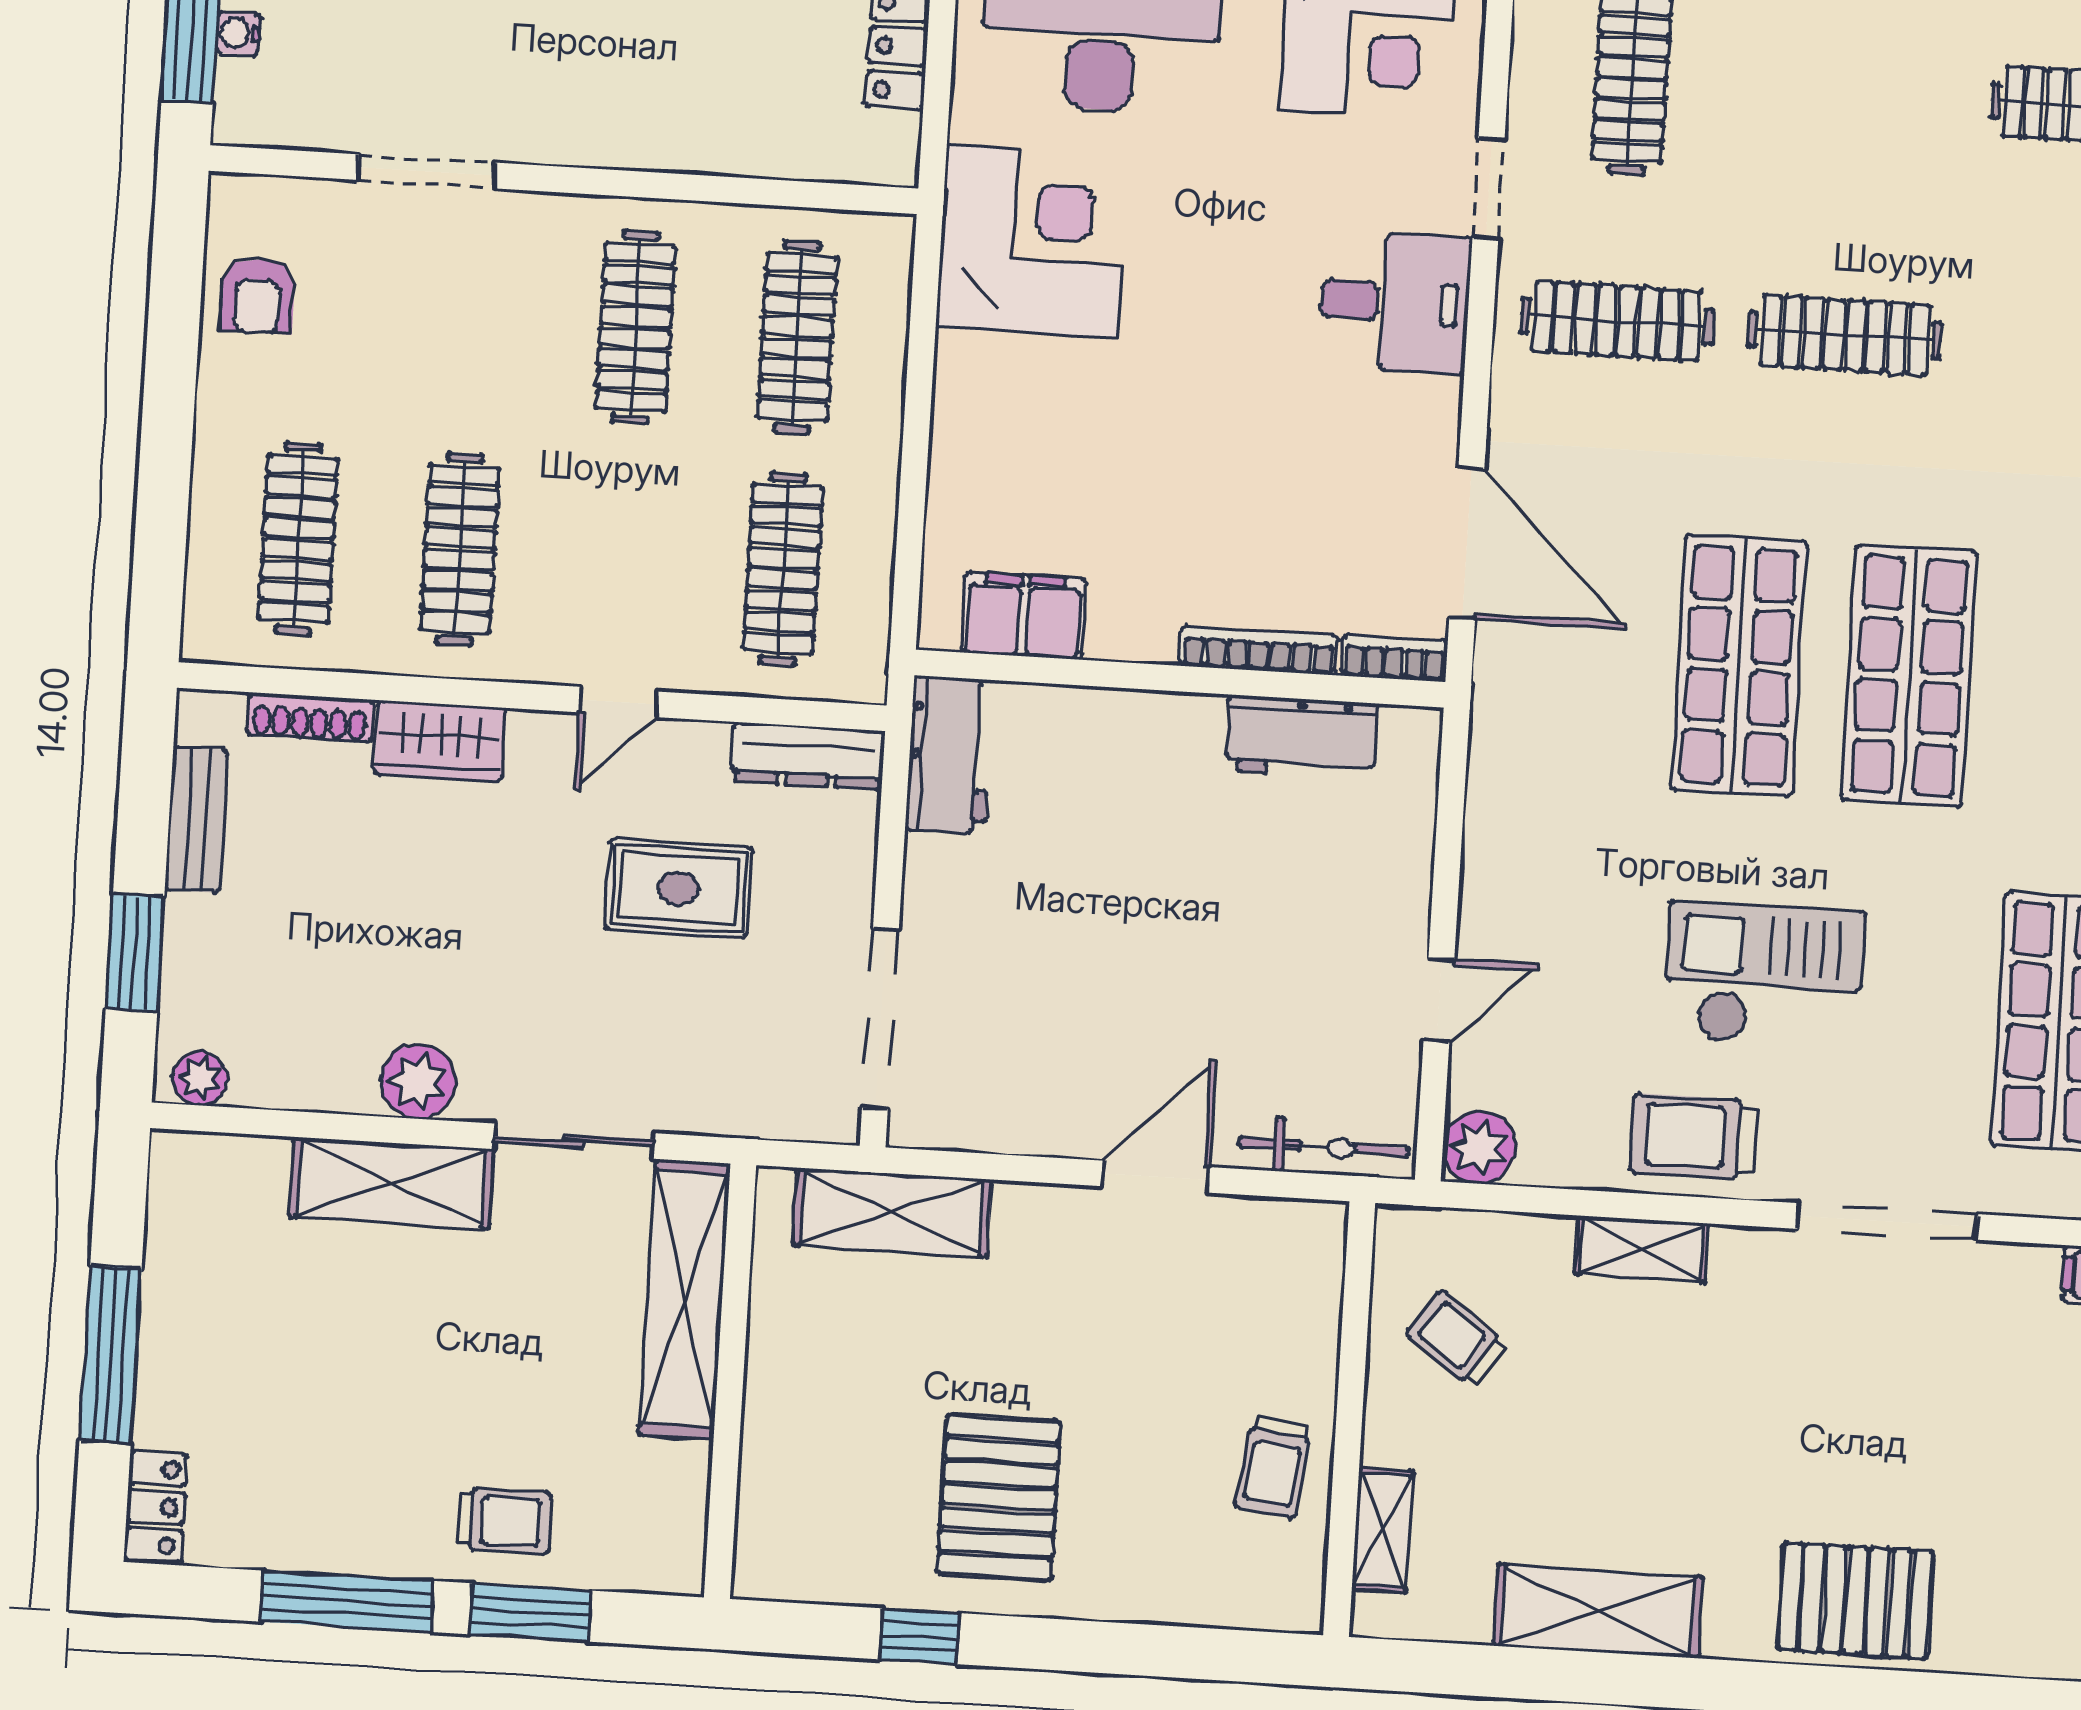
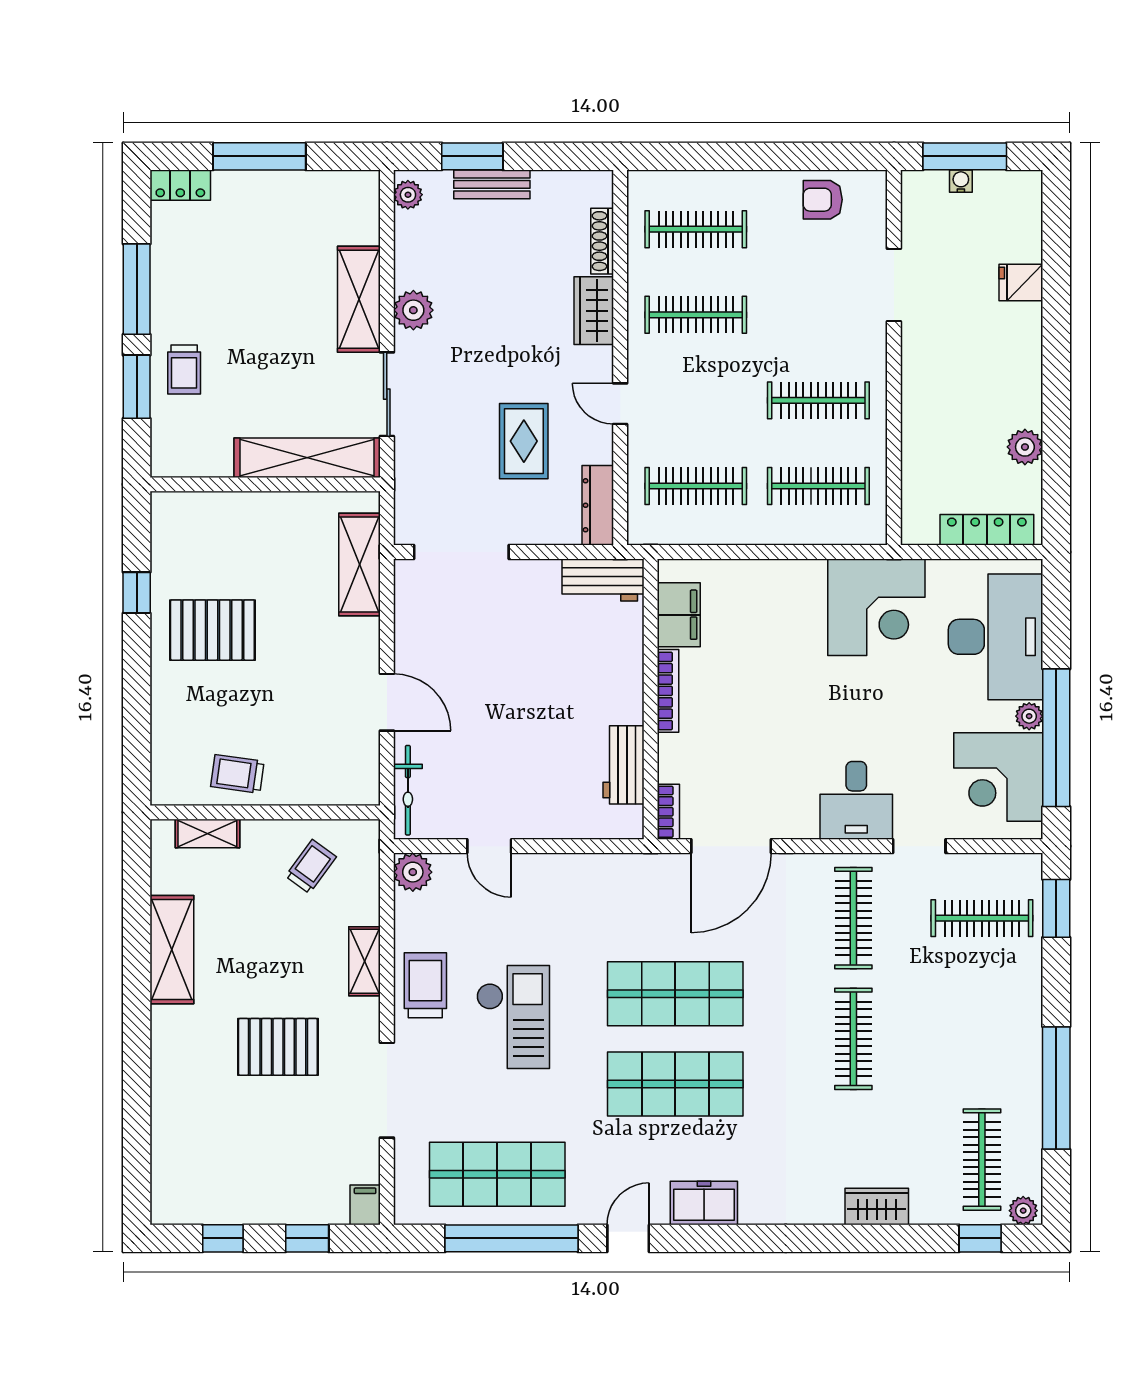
bookcase: (1259, 650) -> (668, 691), moved
bench: (196, 820) -> (492, 184), moved
pallet: (1855, 1600) -> (278, 1047), moved, turned 90

